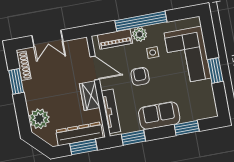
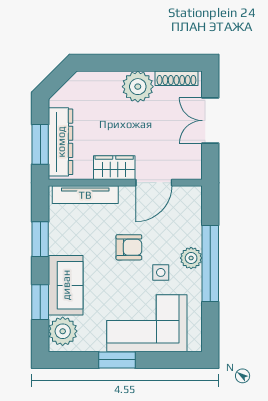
piano: (115, 39) -> (191, 221), removed
window: (16, 81) -> (155, 63), removed
plant: (203, 109) -> (63, 331), added
sofa: (159, 116) -> (66, 285), moved
plant: (39, 119) -> (138, 87), moved
window: (133, 138) -> (40, 239), moved

